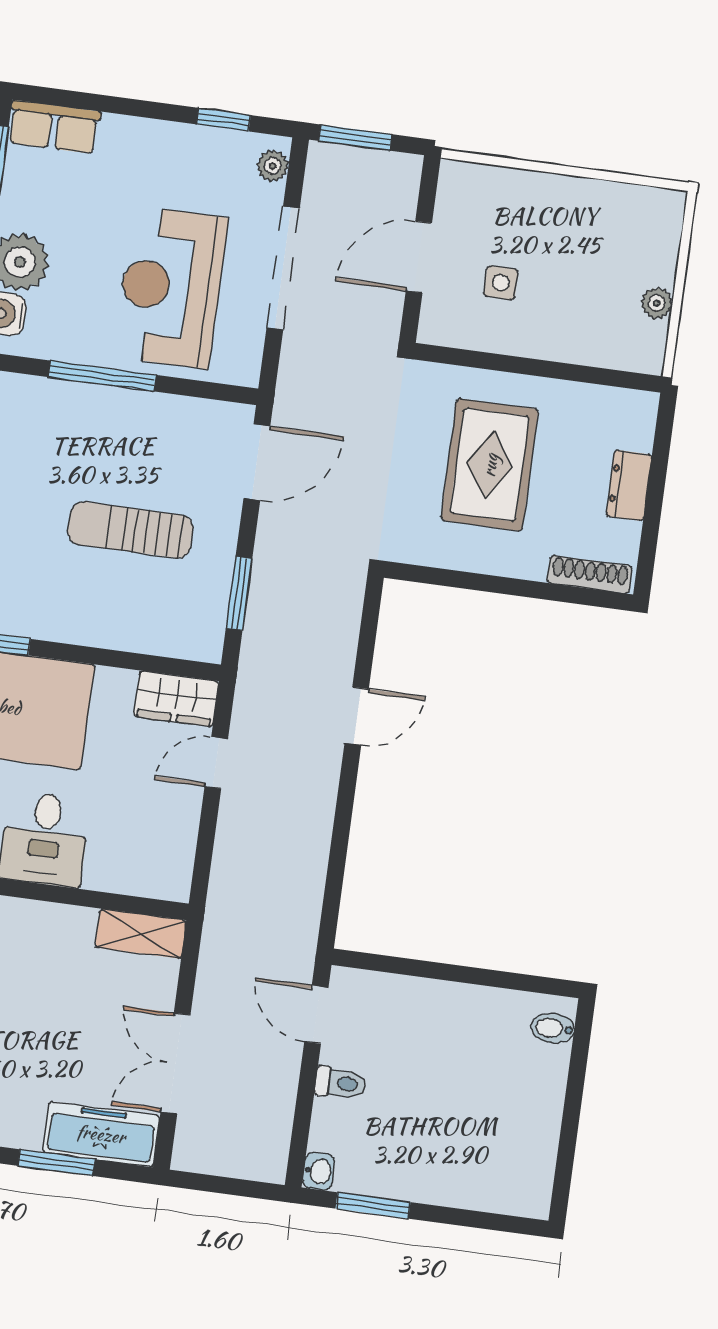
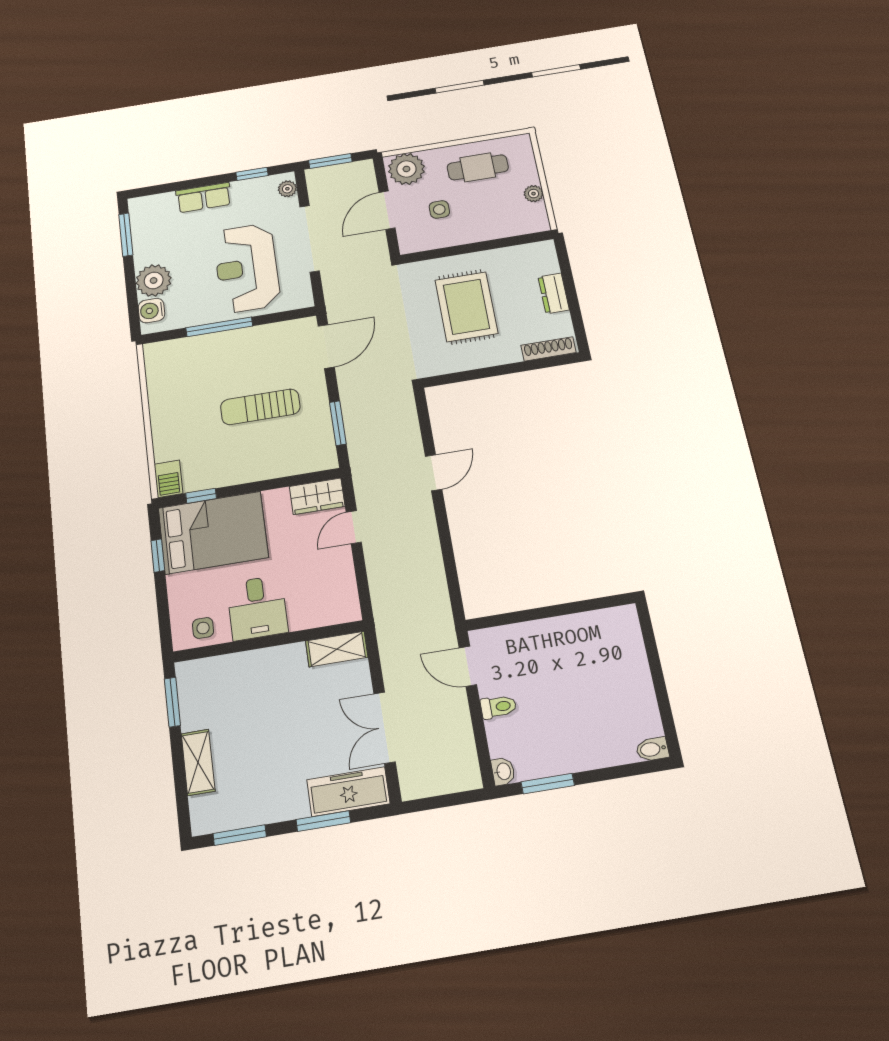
row of seats: (54, 127) -> (204, 198), moved
plant: (472, 192) -> (406, 169), added
cafe table: (585, 227) -> (478, 167), added
bidet: (553, 1028) -> (652, 749), moved

